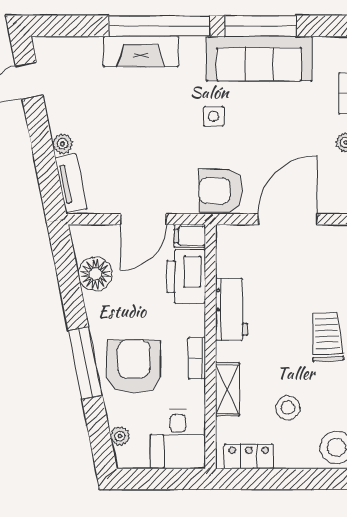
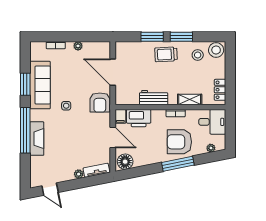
window: (261, 26) -> (25, 84), width x0.69
floor lamp: (95, 274) -> (125, 162), moved
stool: (288, 408) -> (198, 55), moved

